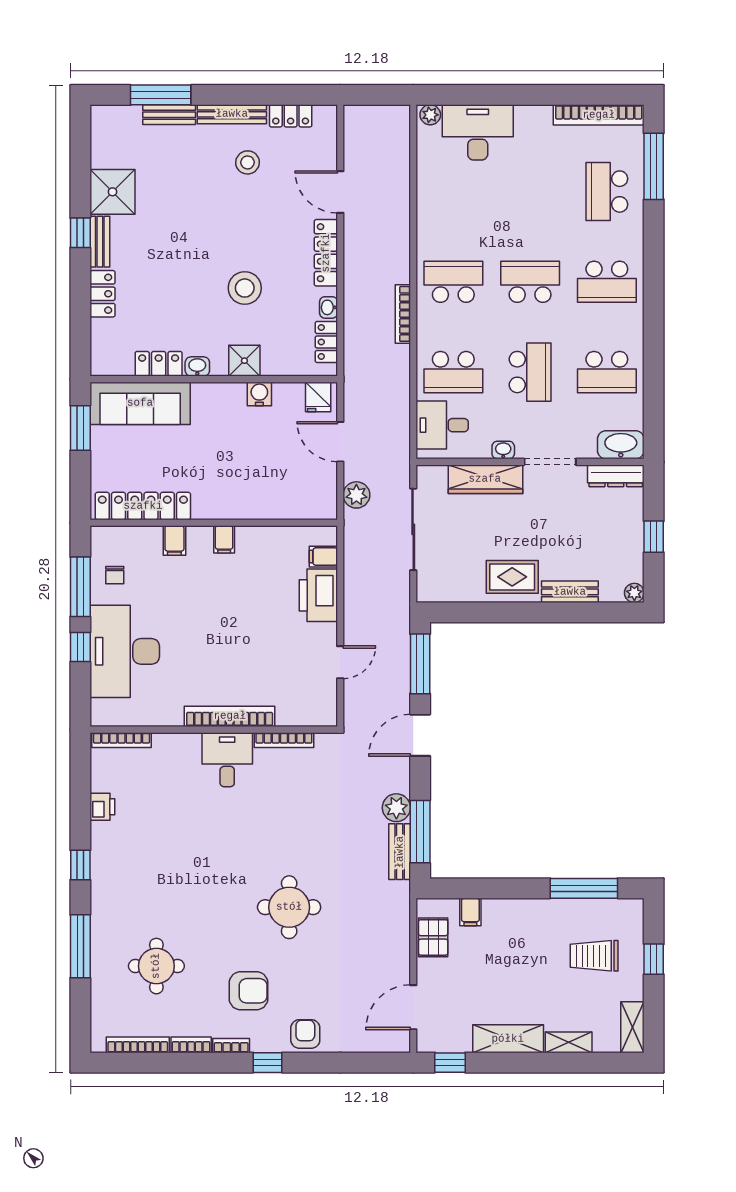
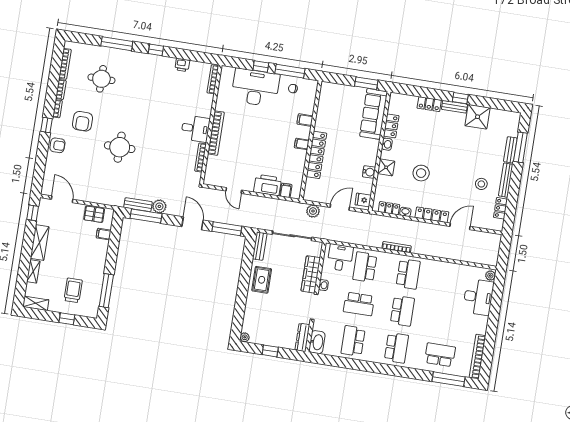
school desk: (607, 282) -> (396, 348), turned 180
locker: (143, 506) -> (316, 155), moved
bench: (570, 592) -> (260, 246), moved

